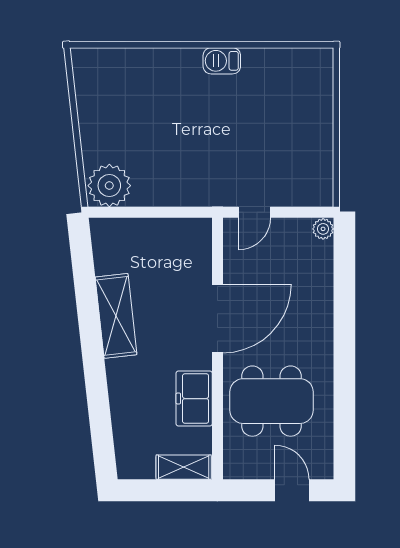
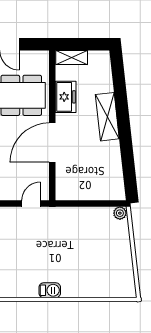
plant: (109, 186) -> (120, 213), width x0.53, depth x0.53
shelving: (116, 316) -> (107, 117), moved

